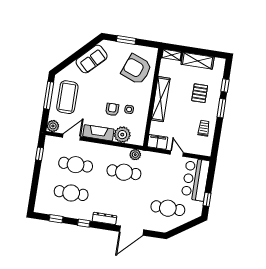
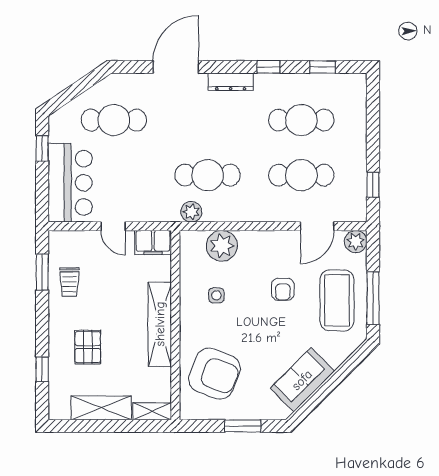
window: (221, 108) -> (42, 272), moved
armchair: (112, 109) -> (283, 289), moved
fireplace: (98, 133) -> (268, 242), removed

